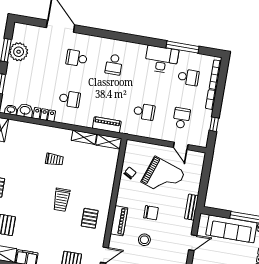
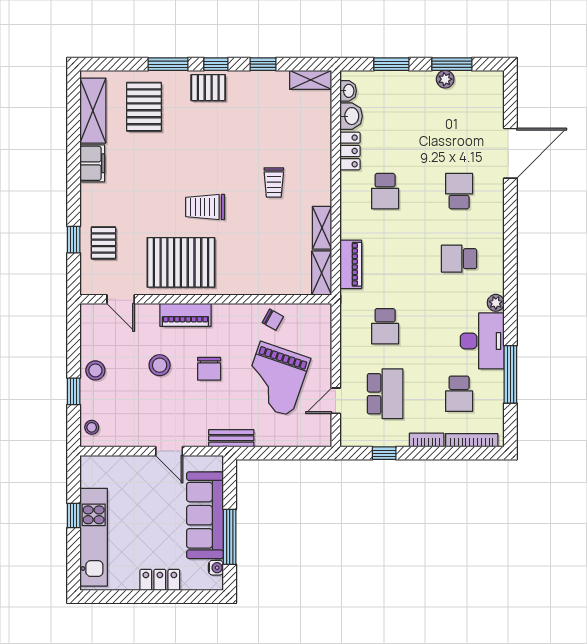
plant: (142, 48) -> (496, 303), added
plant: (19, 52) -> (445, 79), width x0.53, depth x0.53
school desk: (181, 118) -> (385, 394), width x1.85
pallet: (90, 218) -> (181, 262), width x2.05, depth x2.00

